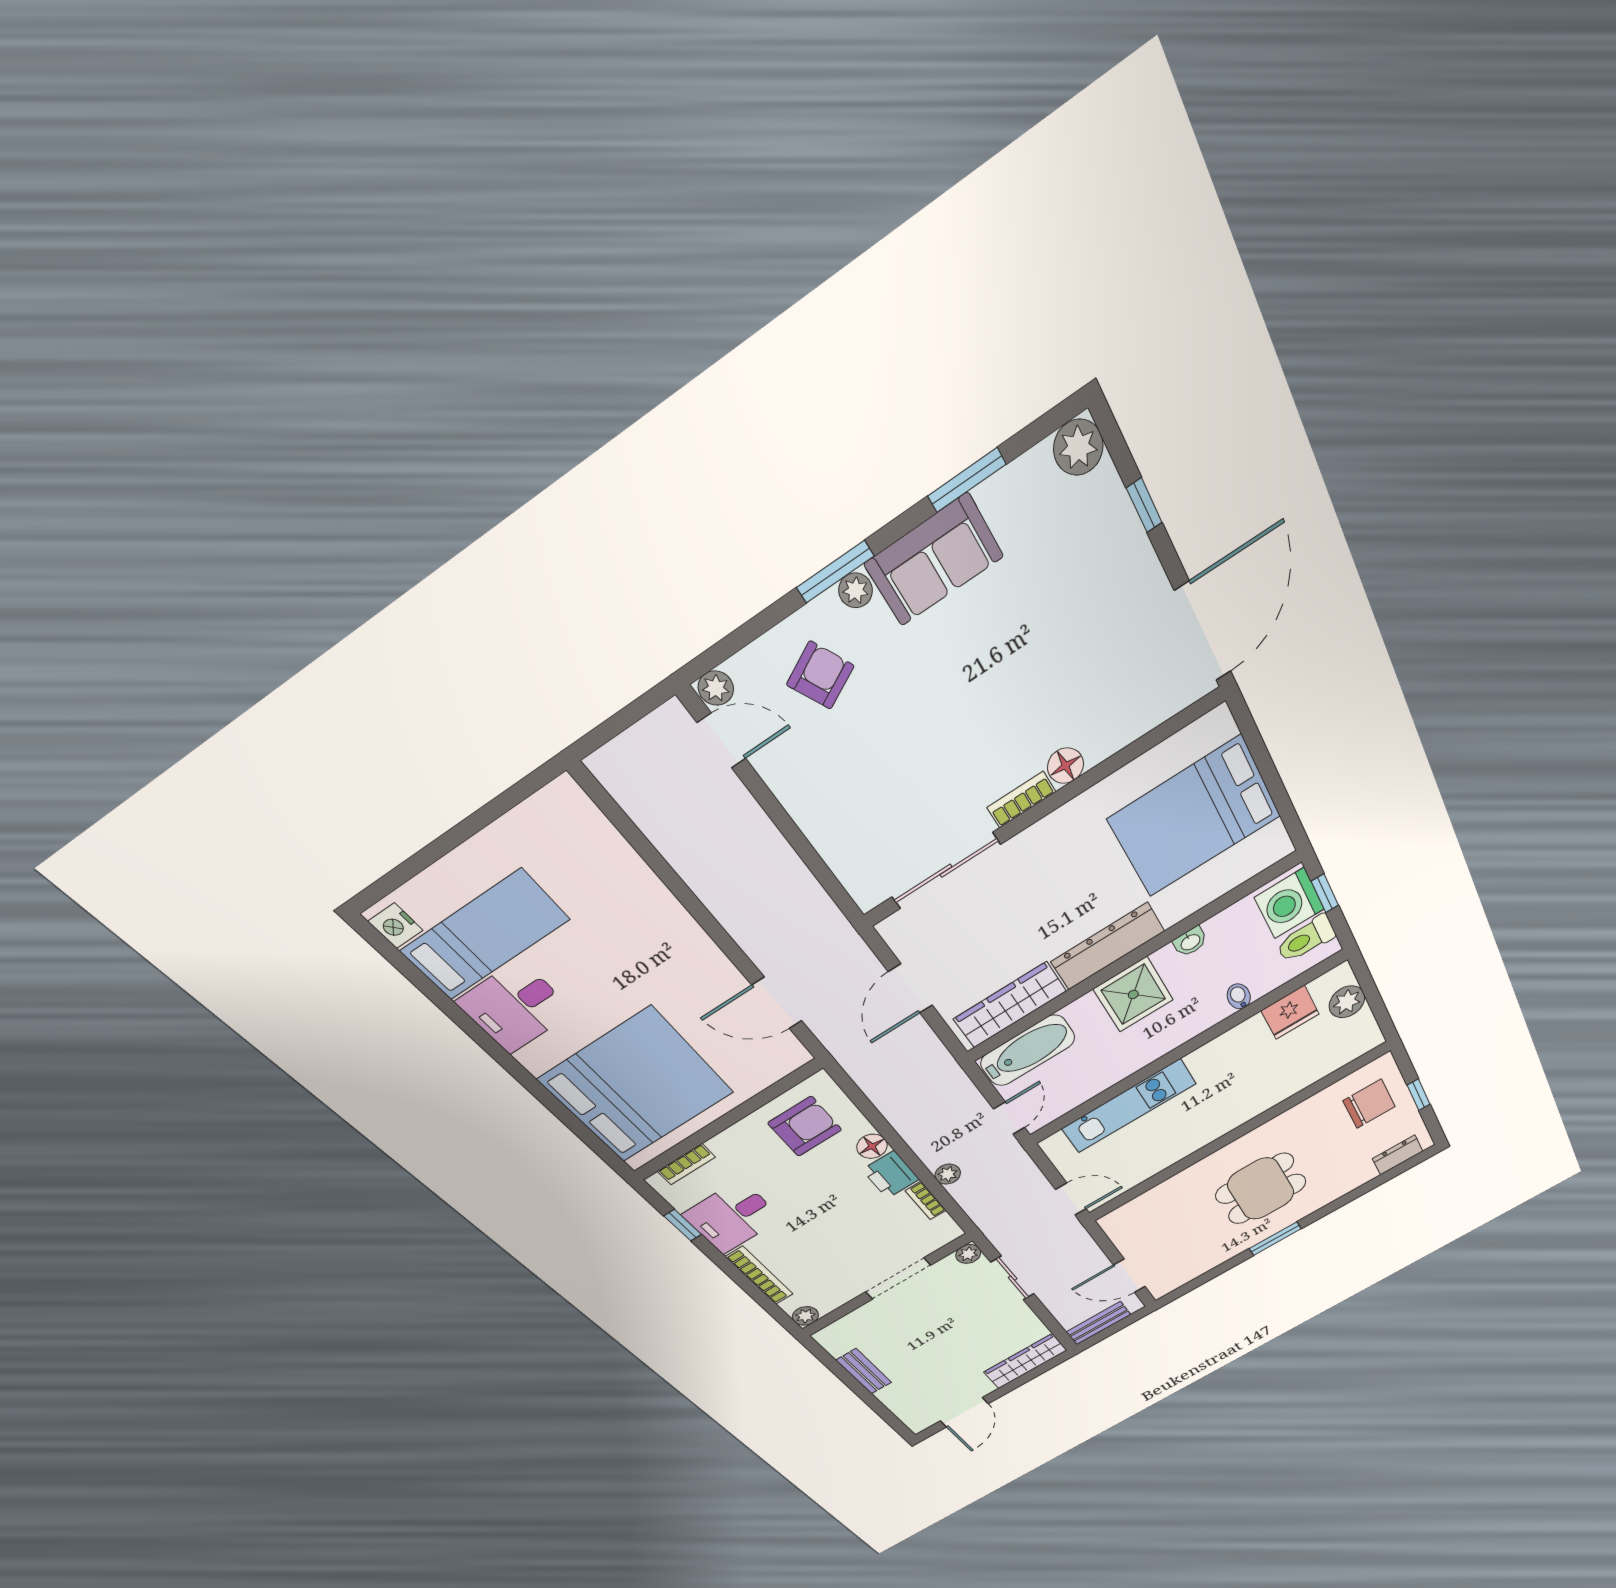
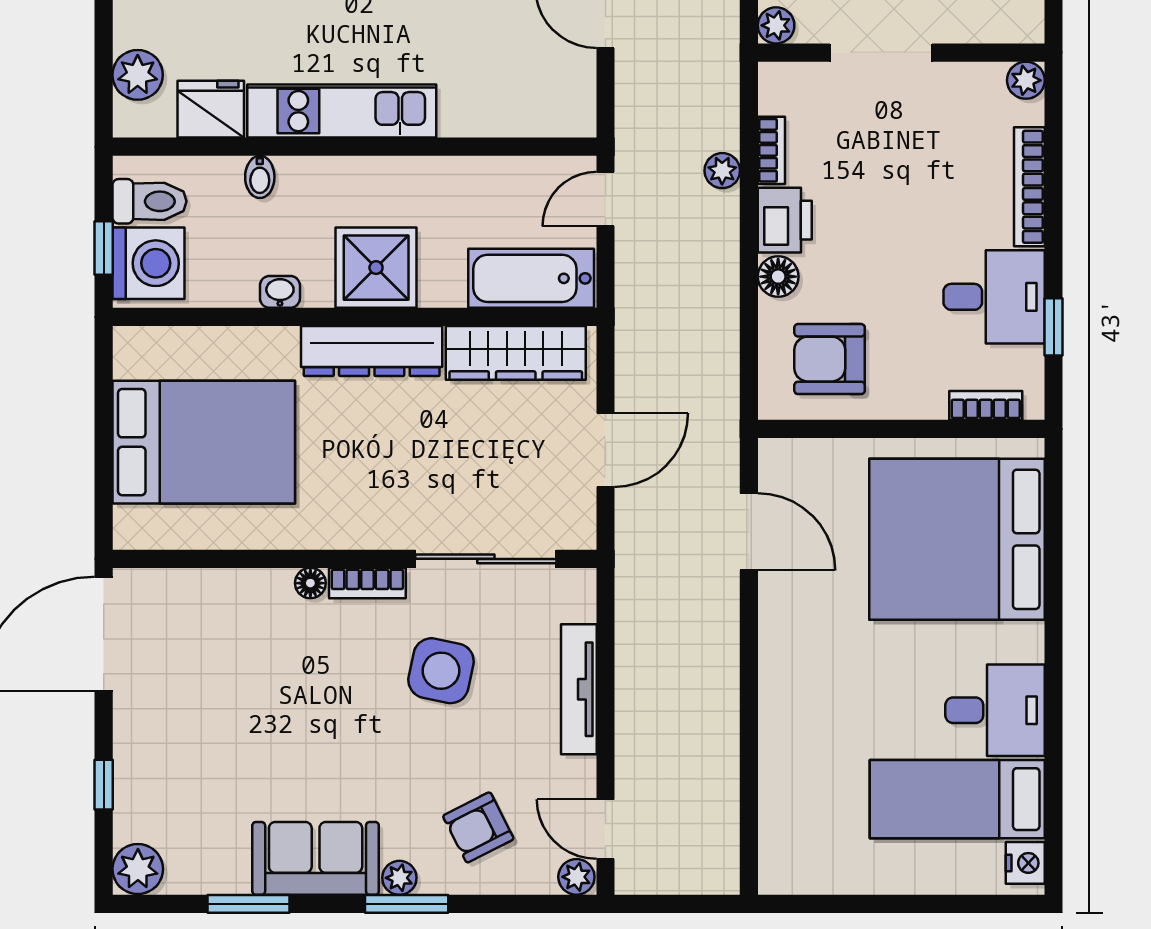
floor lamp: (1066, 766) -> (310, 583), width x0.73, depth x0.73
side table: (928, 774) -> (441, 671), added
tv unit: (817, 828) -> (579, 689), added
kitchen unit: (1129, 1106) -> (342, 111), moved

